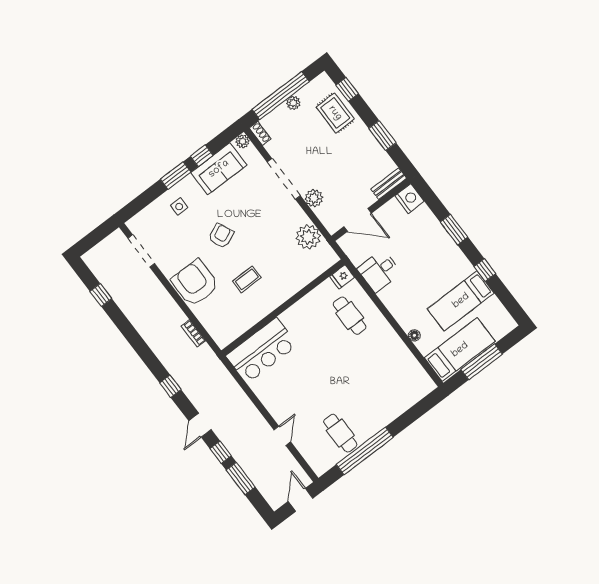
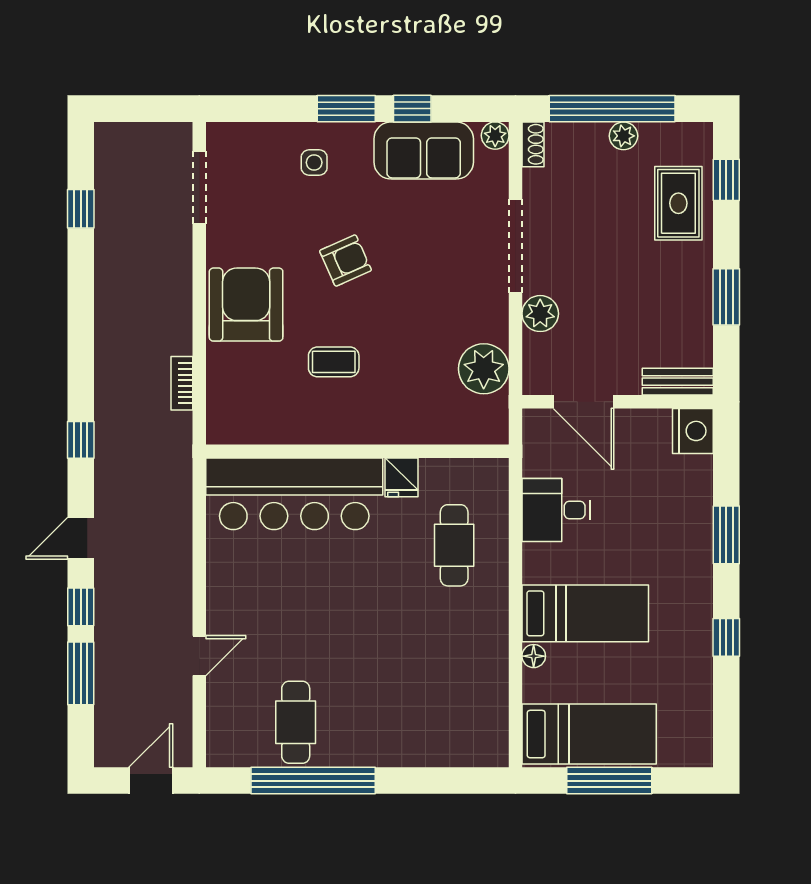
fridge: (342, 277) -> (402, 477), moved, turned -90
bed: (461, 301) -> (585, 613), moved, turned 180
bar counter: (262, 350) -> (294, 494), width x1.36

